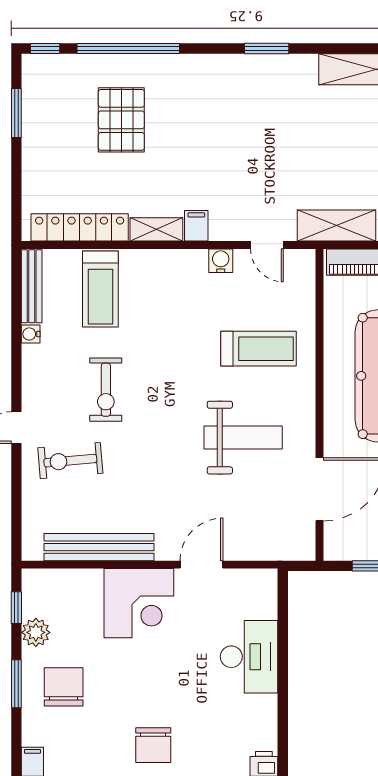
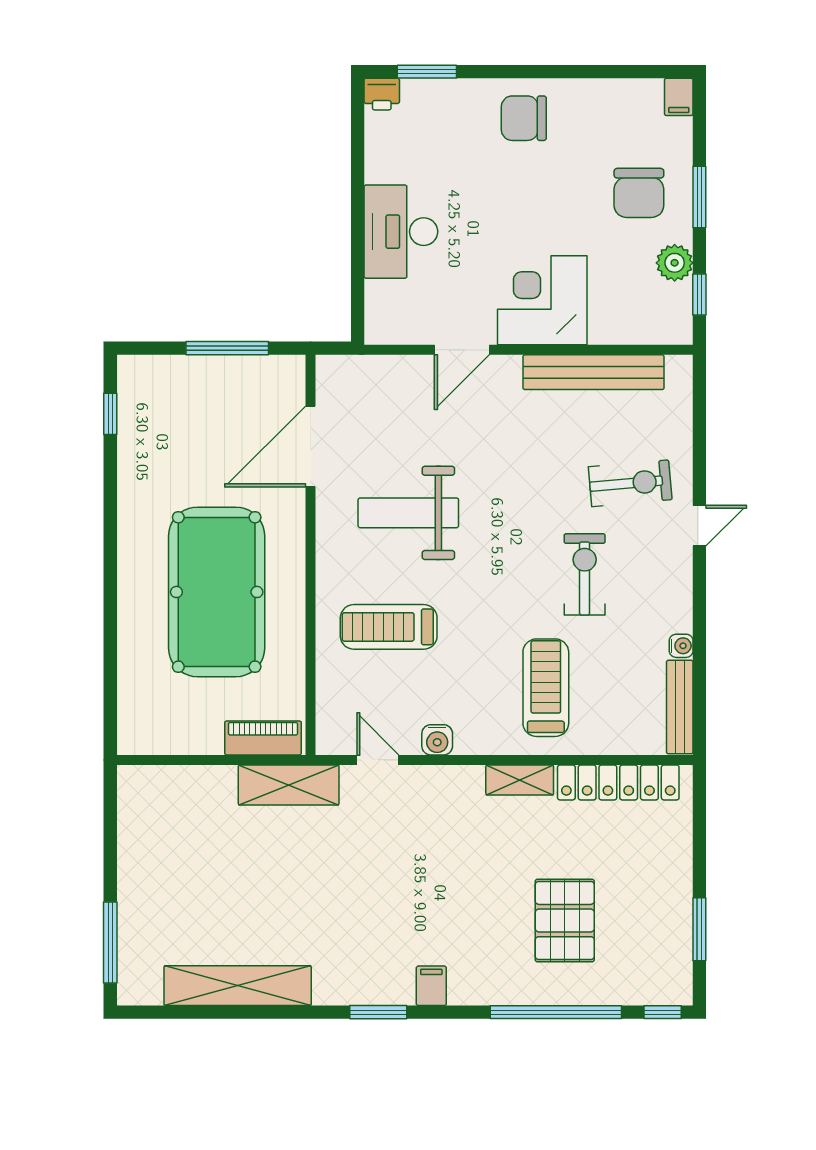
filing cabinet: (196, 226) -> (431, 986), moved, turned 180
treadmill: (100, 289) -> (546, 688), moved
chair: (153, 745) -> (524, 118), turned -90

